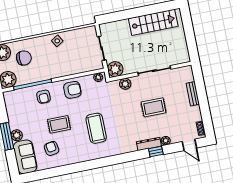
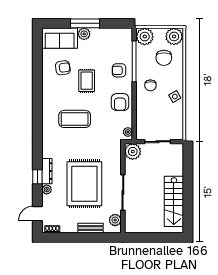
chair: (51, 65) -> (150, 85), added
plant: (125, 84) -> (115, 220), moved
rug: (154, 107) -> (84, 184), width x1.86, depth x2.06

